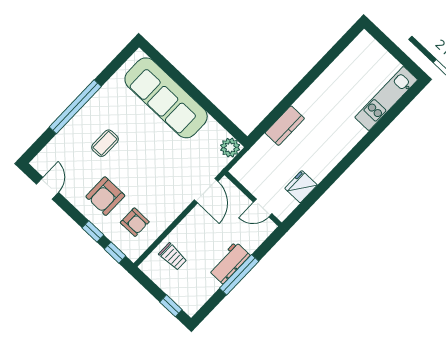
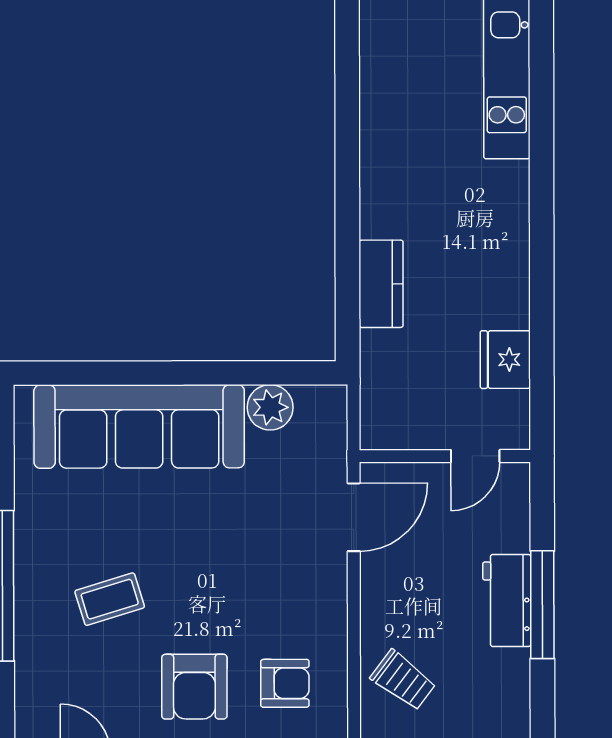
coffee table: (105, 143) -> (110, 599), turned 73
plant: (230, 148) -> (270, 407), moved
door: (206, 191) -> (354, 517), hinge flipped
trolley: (173, 257) -> (403, 680), turned 37

